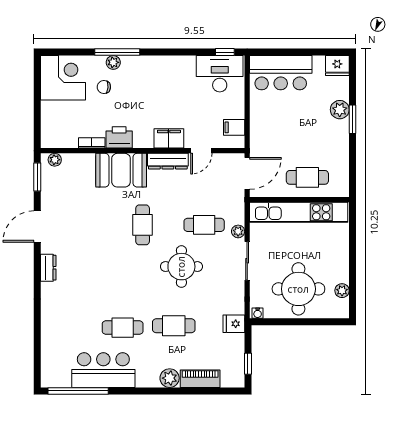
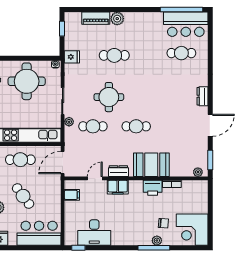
desk: (220, 74) -> (94, 233), moved
cafe table: (304, 126) -> (23, 196), added
dresser: (168, 161) -> (118, 171), width x0.70
cafe table: (143, 225) -> (136, 126), turned 90
cafe table: (123, 328) -> (181, 53), moved
bar counter: (103, 370) -> (186, 24), moved

